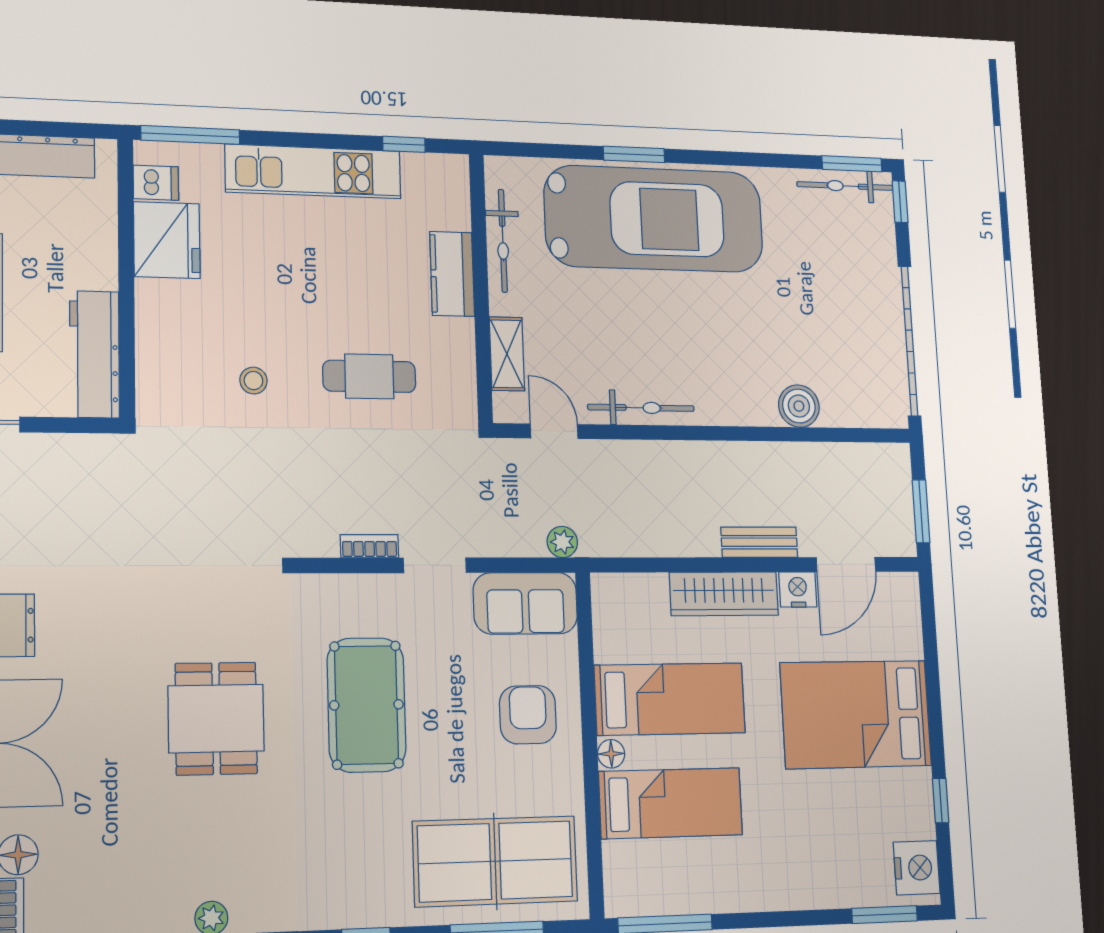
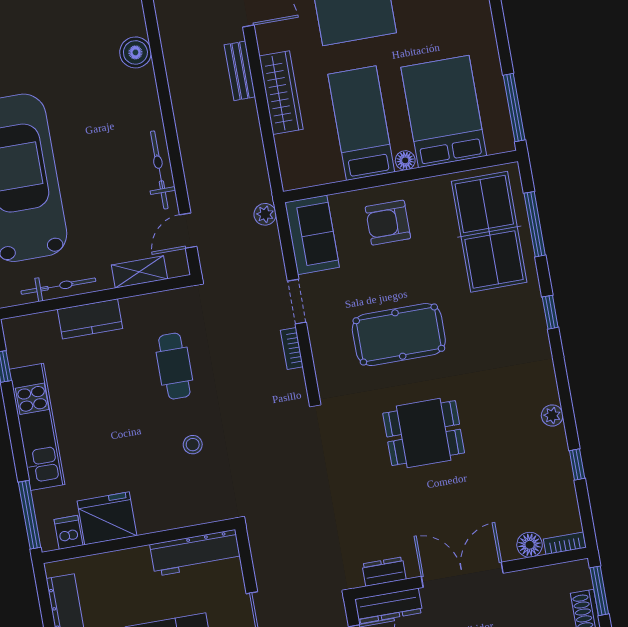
nightstand: (798, 589) -> (269, 38), removed
bed: (671, 803) -> (444, 112), width x1.50

